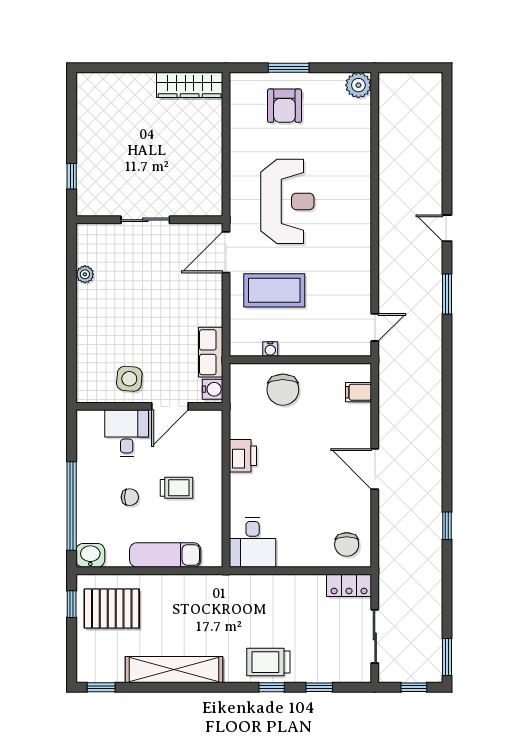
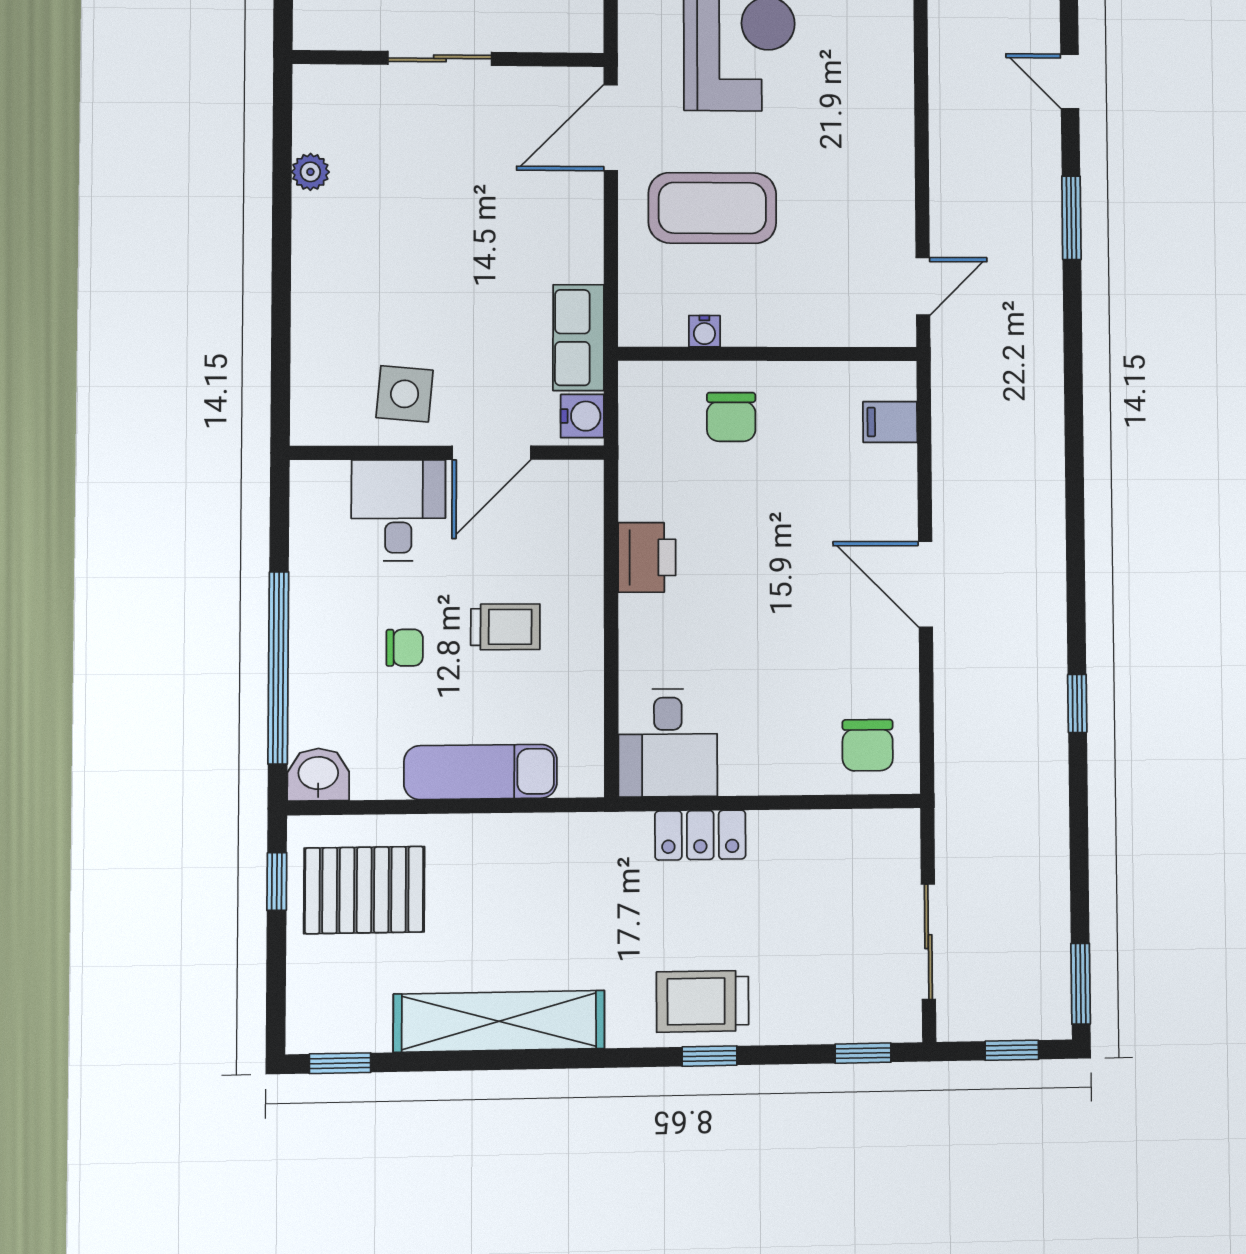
chair: (283, 390) -> (731, 417), width x0.73, depth x0.73
locker: (349, 585) -> (700, 835), moved
window: (319, 687) -> (863, 1053), moved

